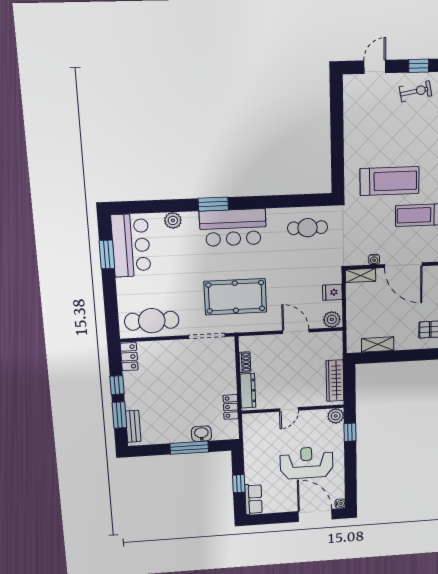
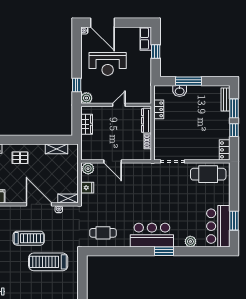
pool table: (235, 297) -> (152, 188), removed
wardrobe: (335, 381) -> (87, 124), width x0.67

